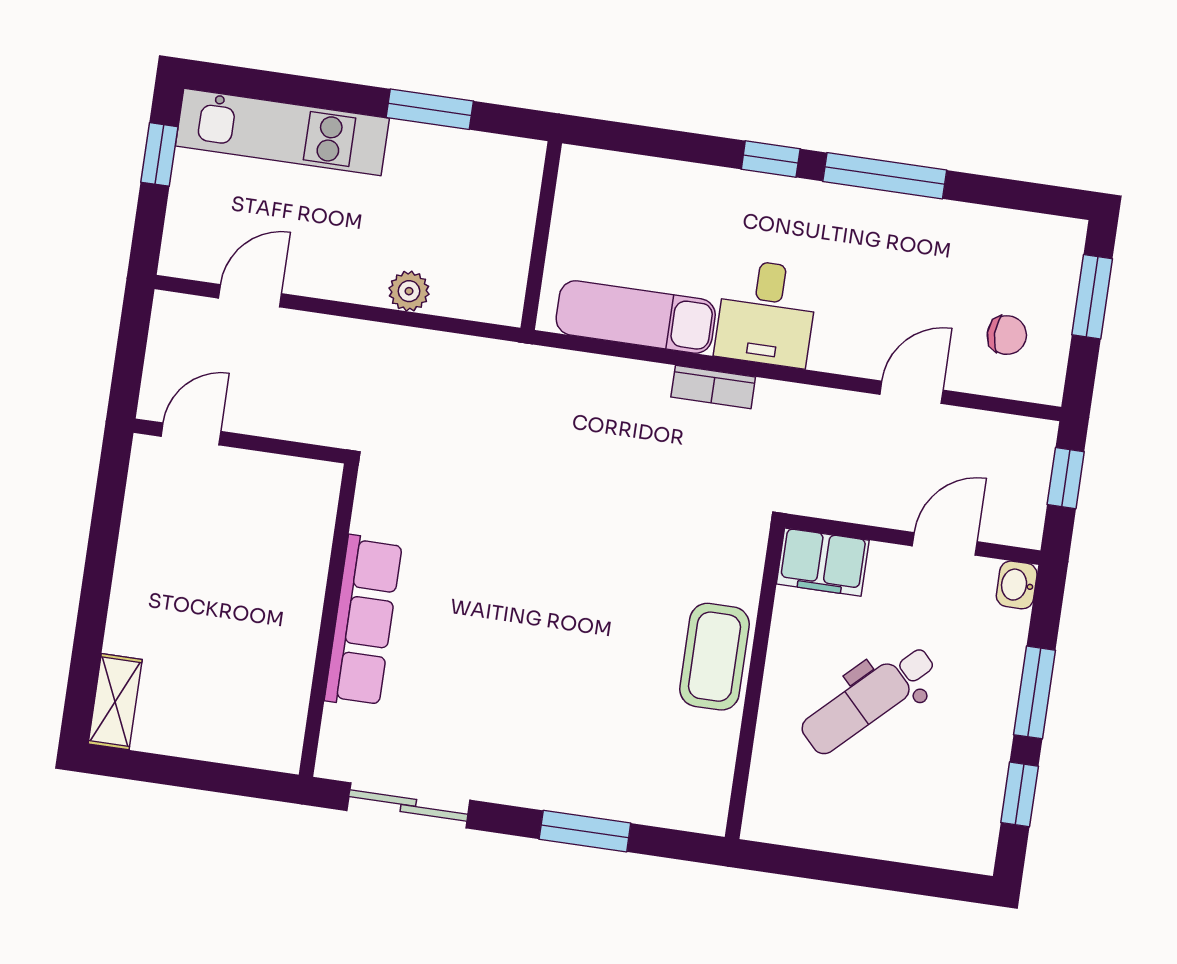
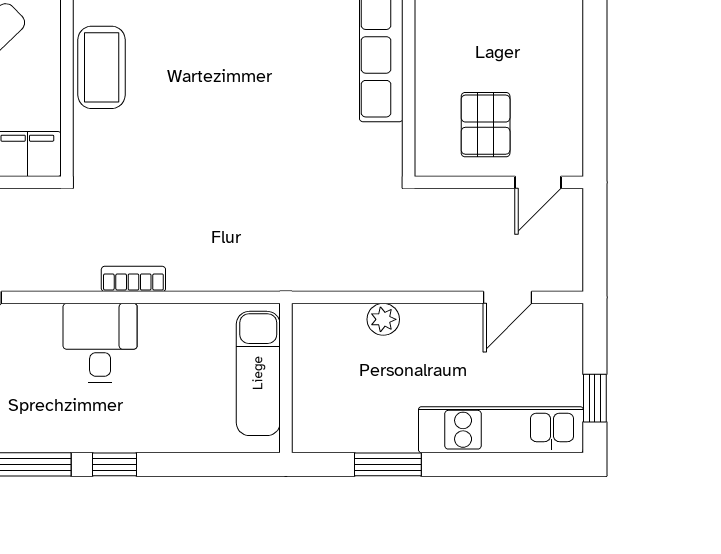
exam couch: (636, 317) -> (258, 373), moved, turned 90
pallet: (246, 515) -> (486, 125), added

